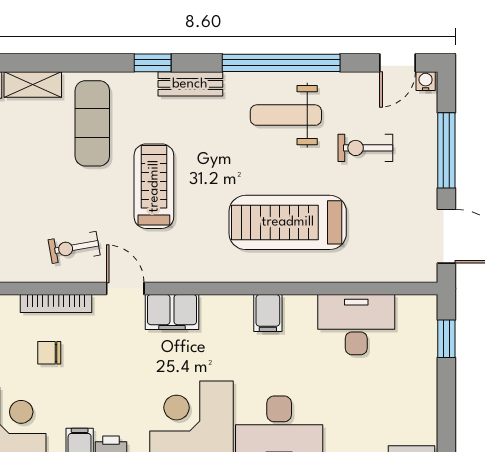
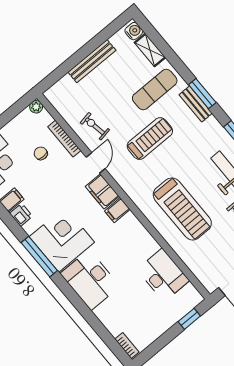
window: (153, 63) -> (202, 94), width x1.50
bench: (190, 84) -> (196, 104), moved
treadmill: (288, 222) -> (182, 209), turned 180
filing cabinet: (268, 313) -> (117, 210), moved

